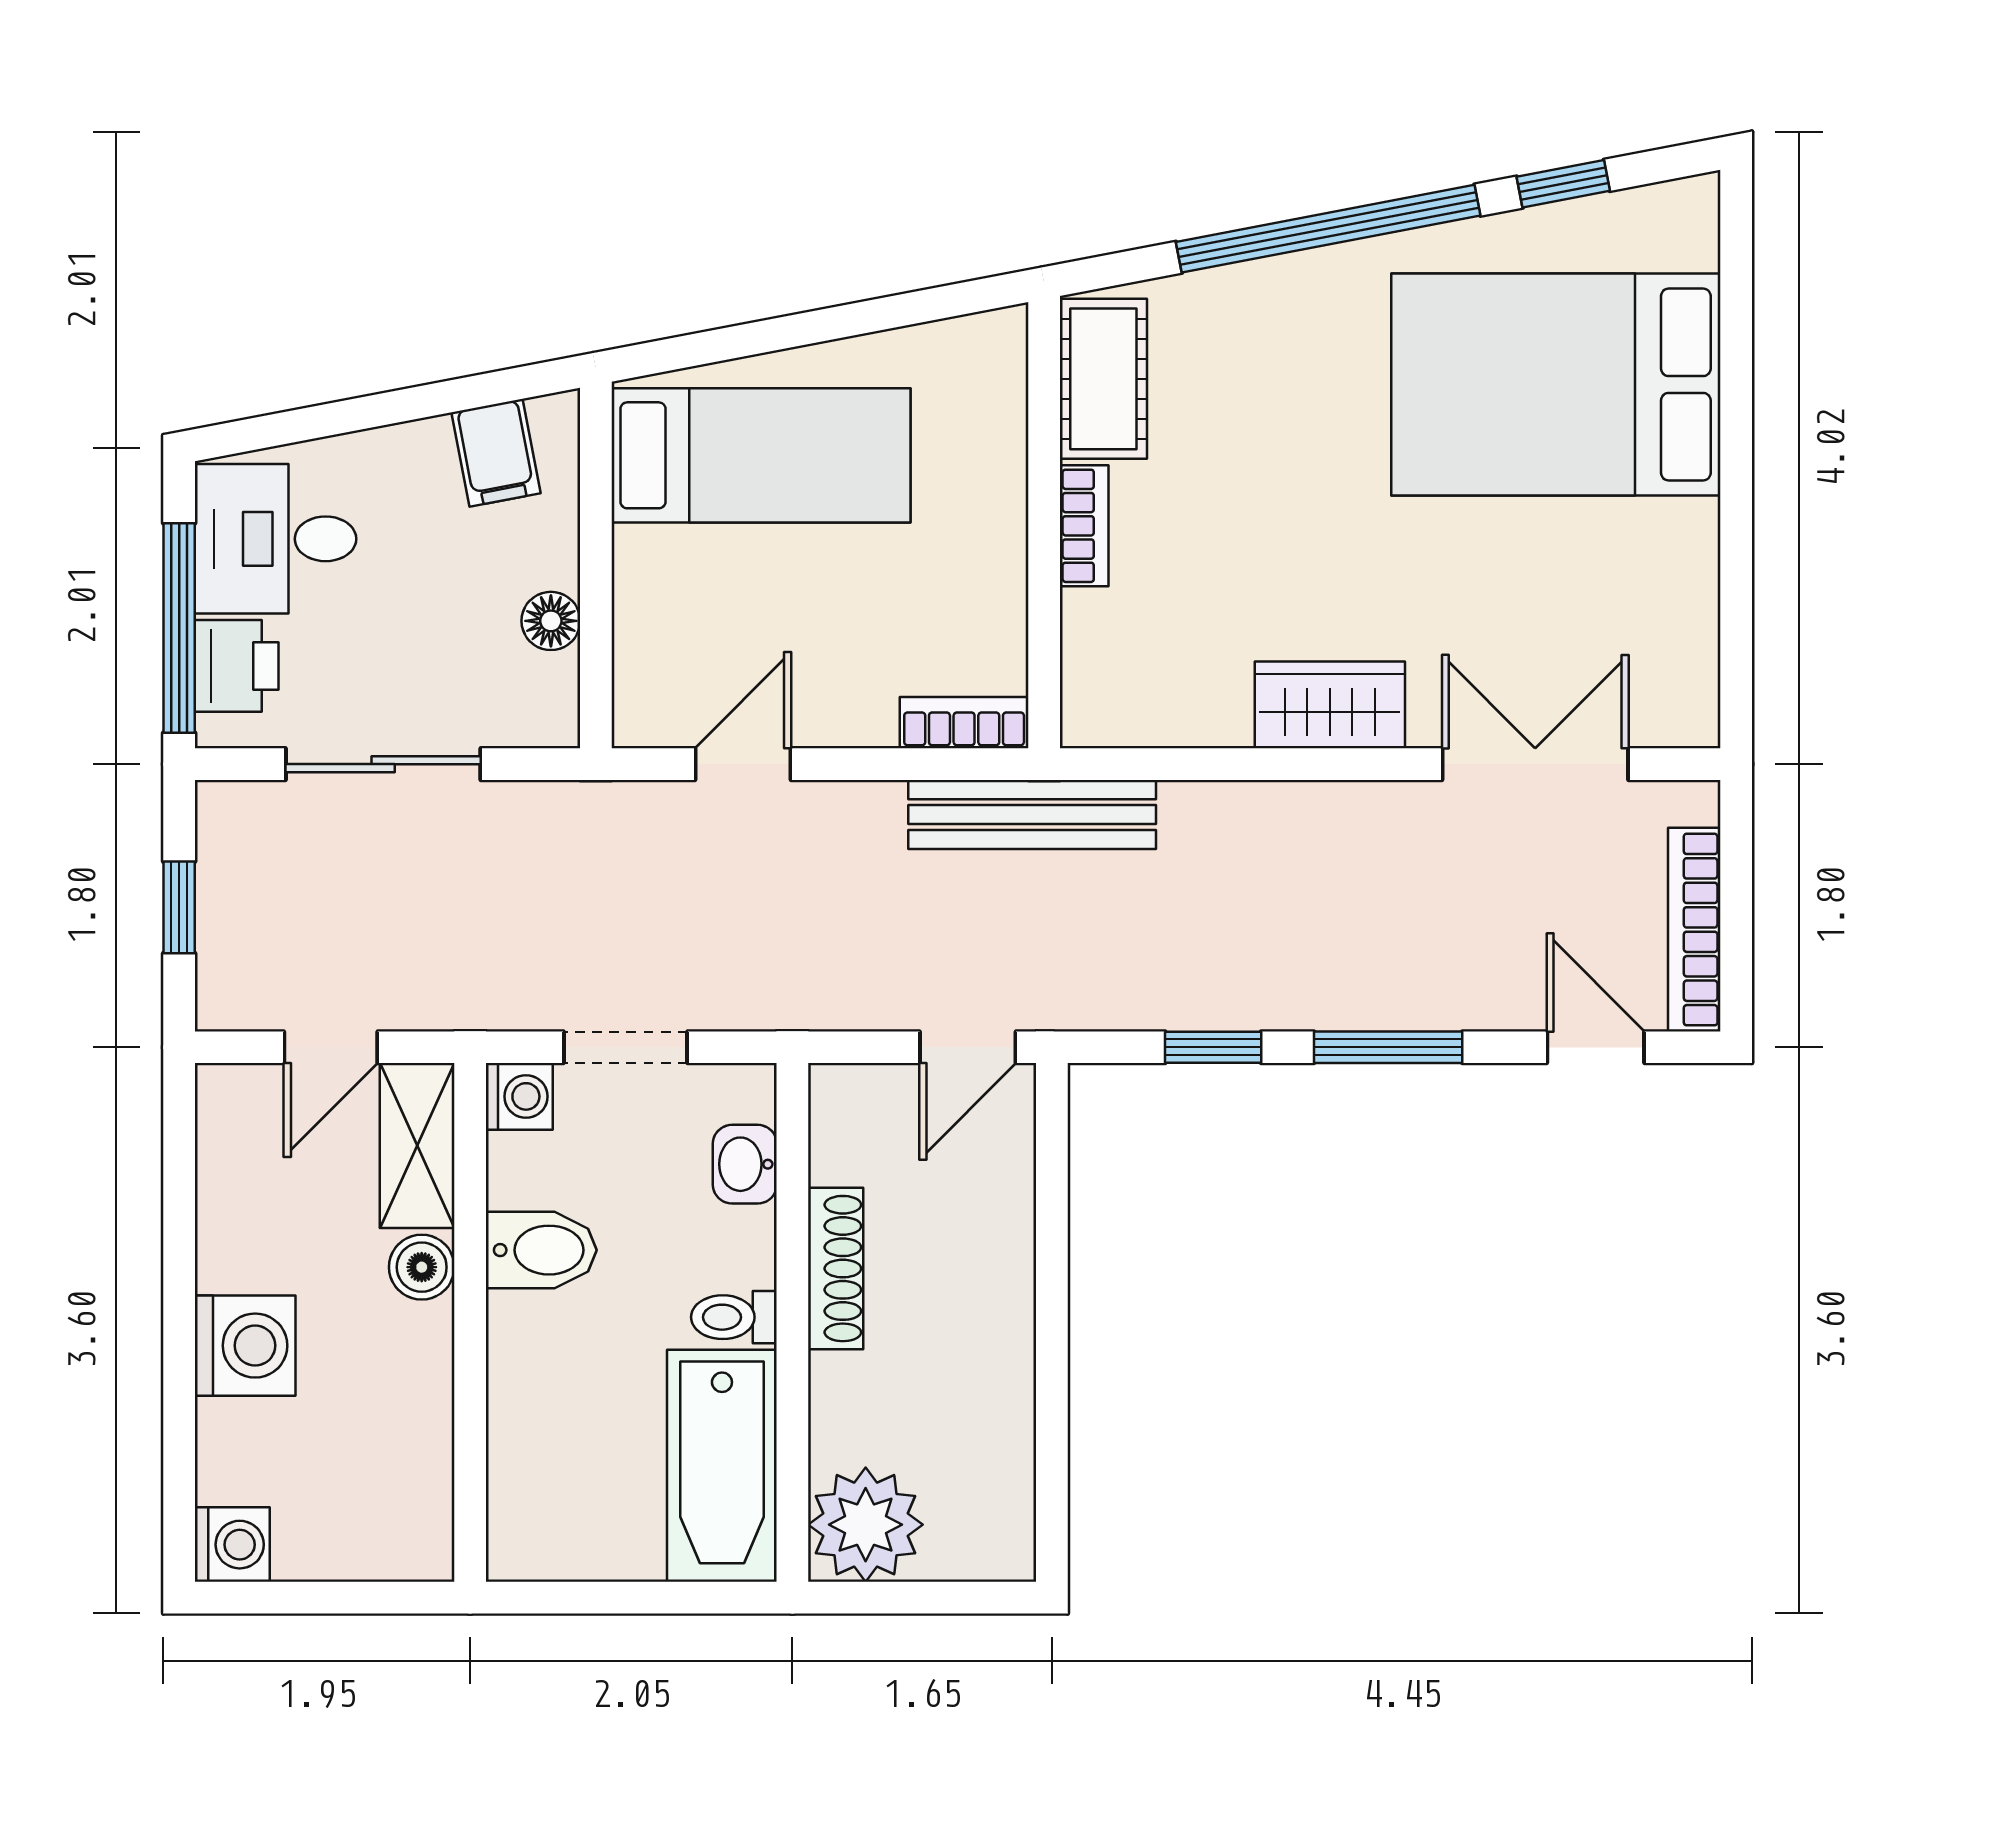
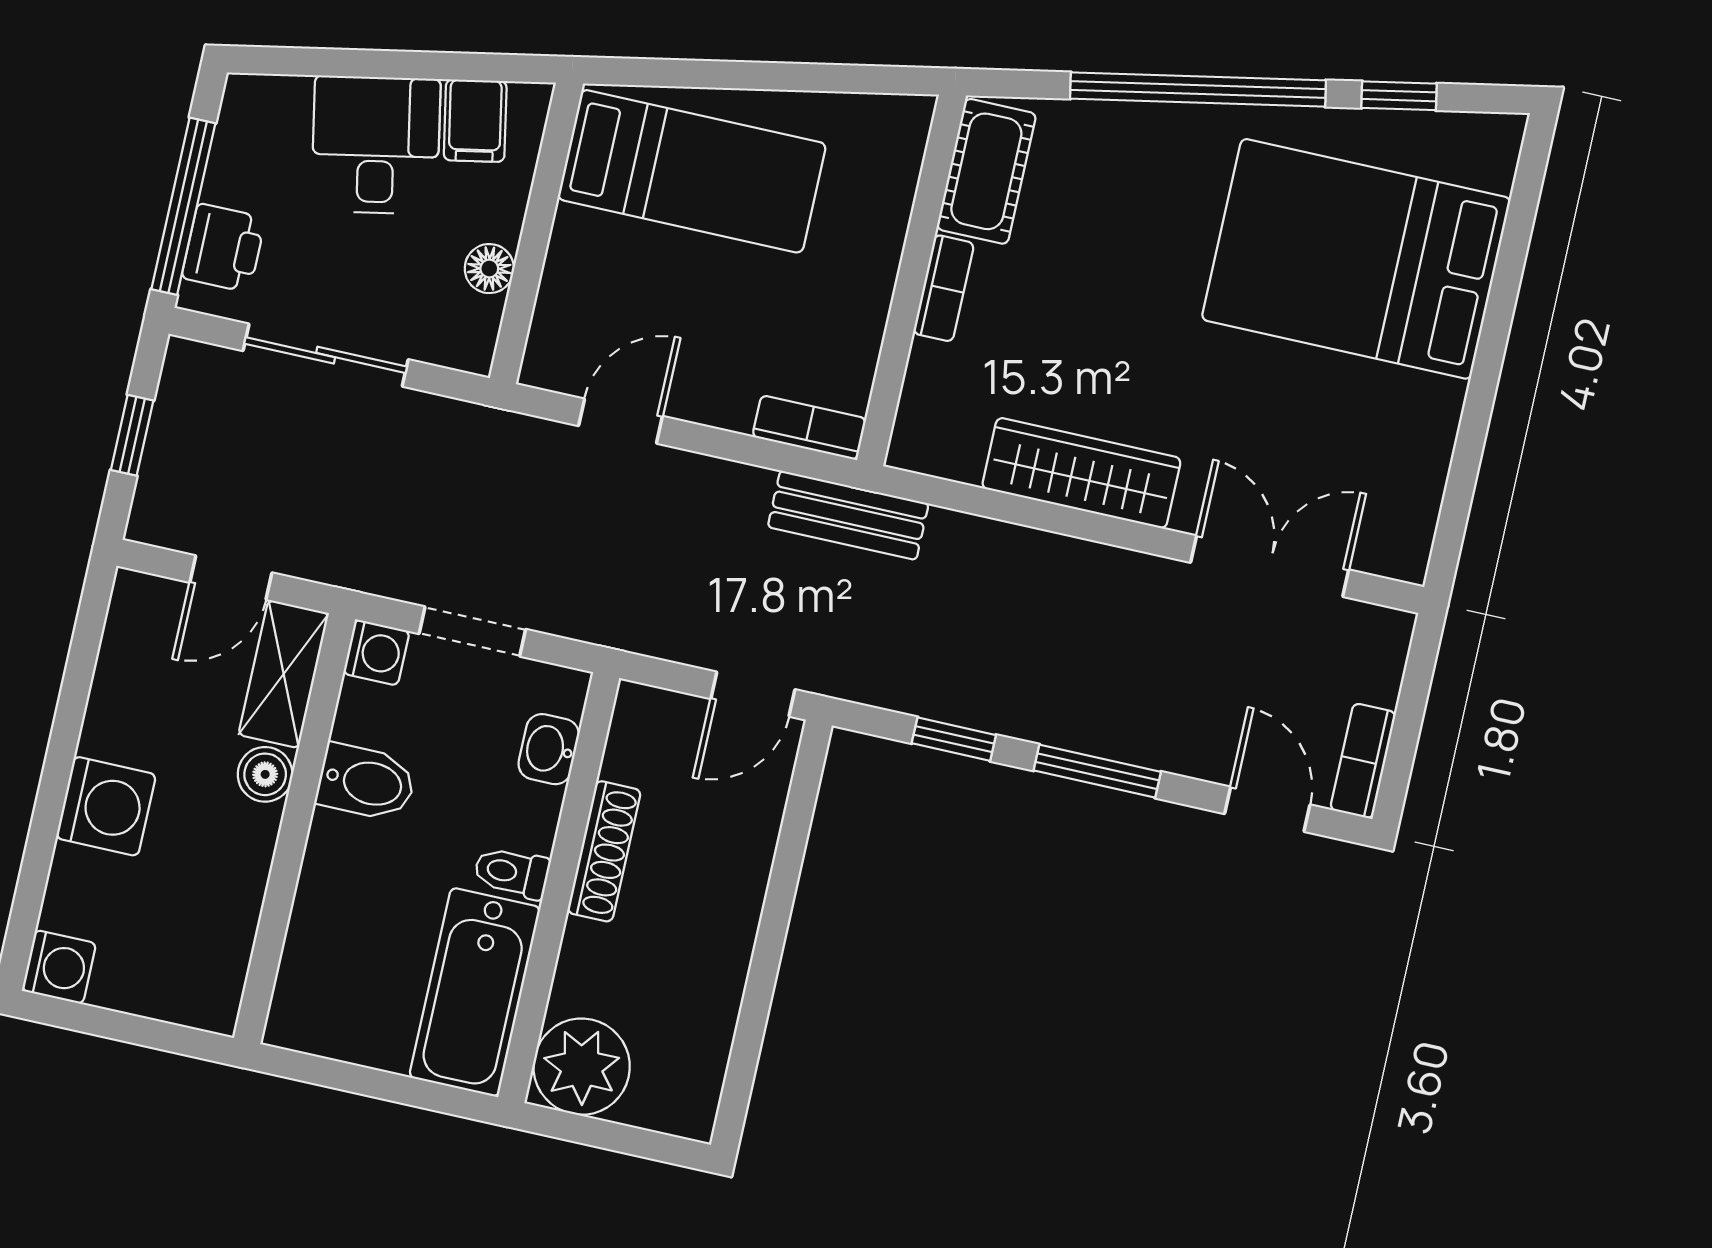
desk: (276, 539) -> (376, 145), moved, turned 79
wardrobe: (1330, 705) -> (1081, 473), width x1.50
bench: (1032, 815) -> (848, 515), width x0.73
bookcase: (1694, 930) -> (1363, 761), width x0.64

